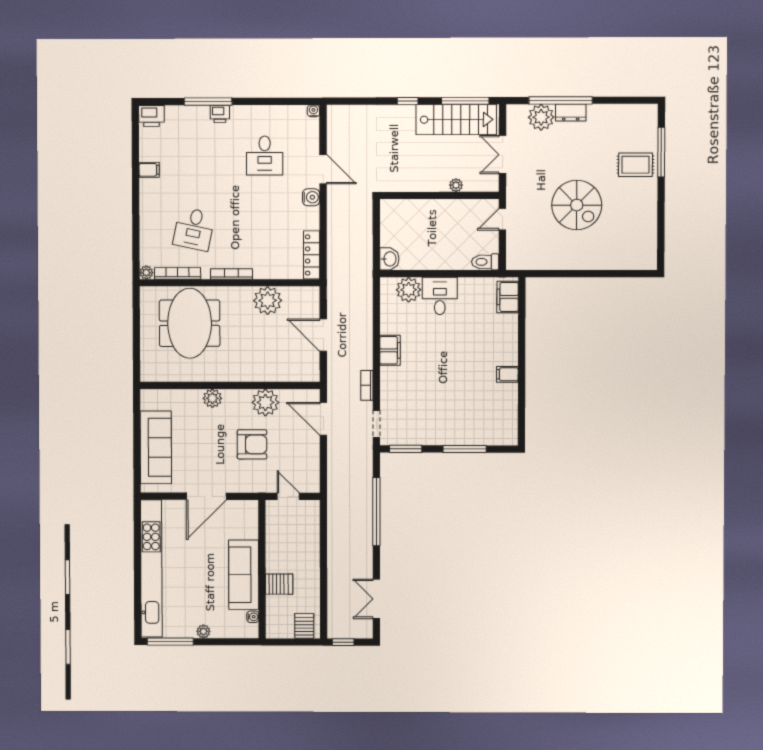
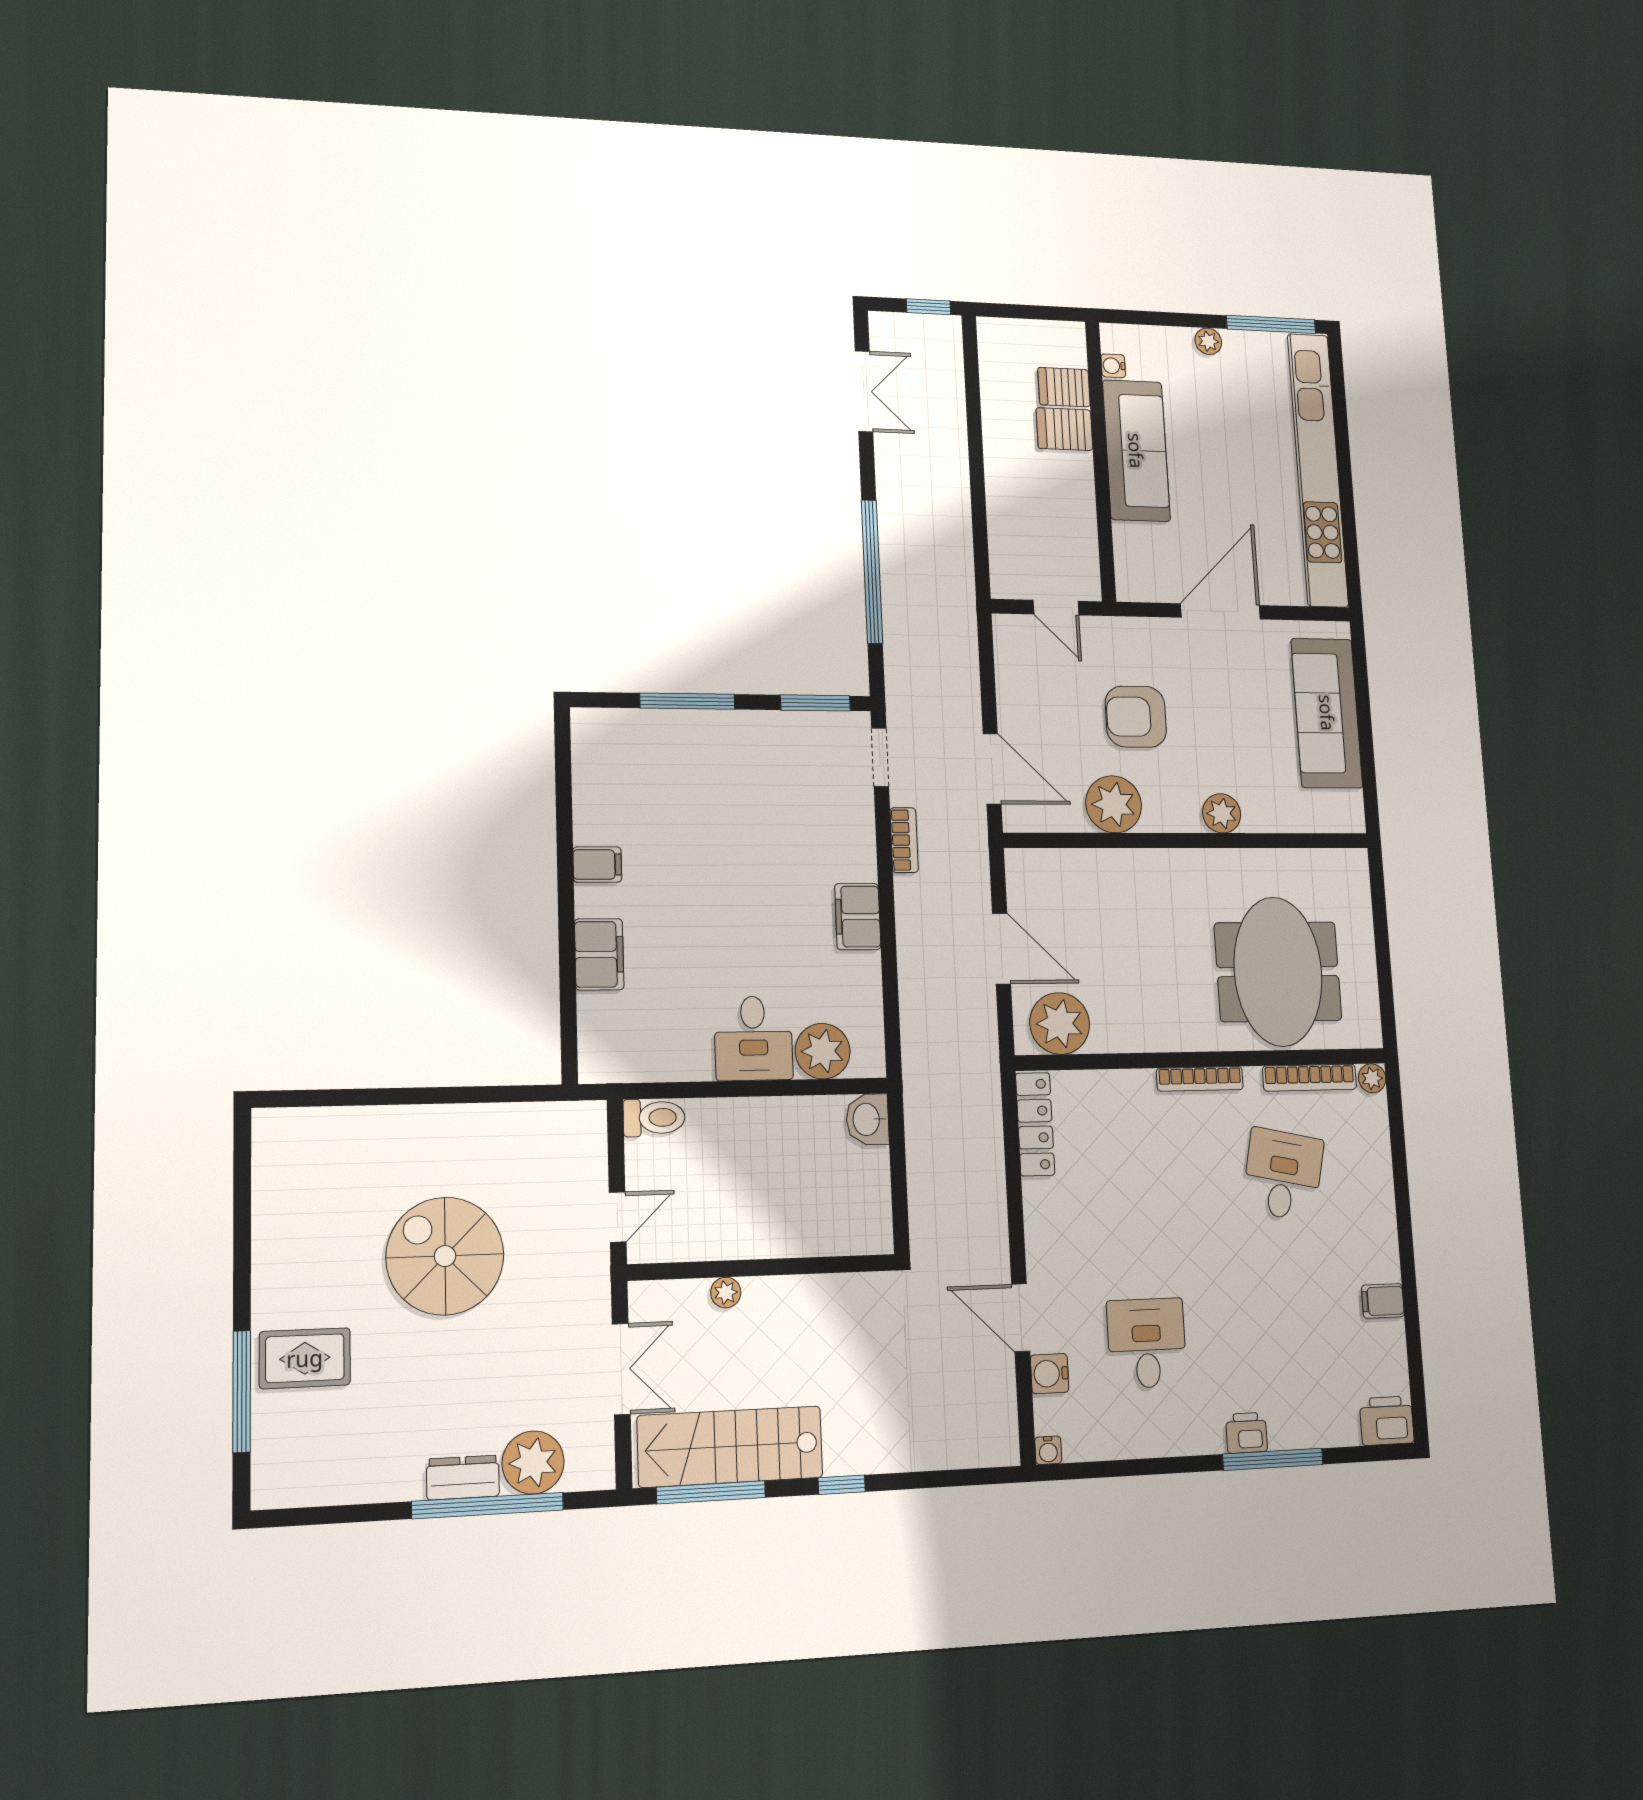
water cooler: (311, 197) -> (1050, 1374), moved
filing cabinet: (508, 297) -> (599, 954), moved
plant: (268, 301) -> (1060, 1023), moved
server rack: (304, 626) -> (1064, 387), moved, turned 90

